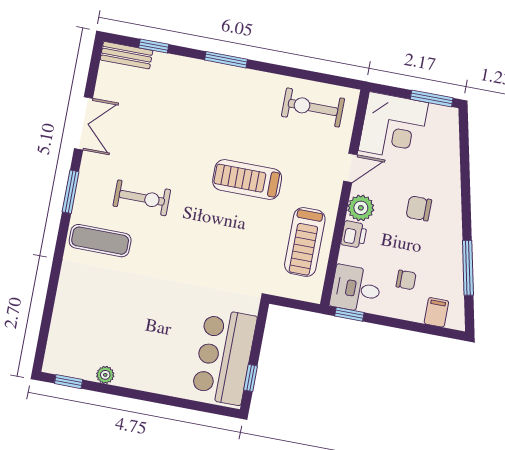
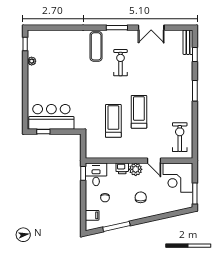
exercise bike: (142, 198) -> (120, 63), turned 180
treadmill: (305, 242) -> (113, 121), moved, turned 90

